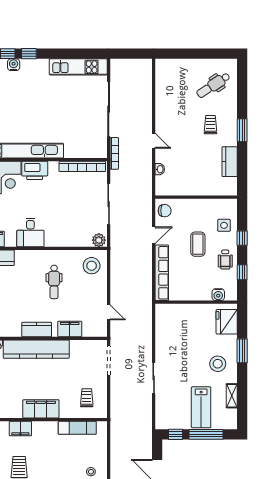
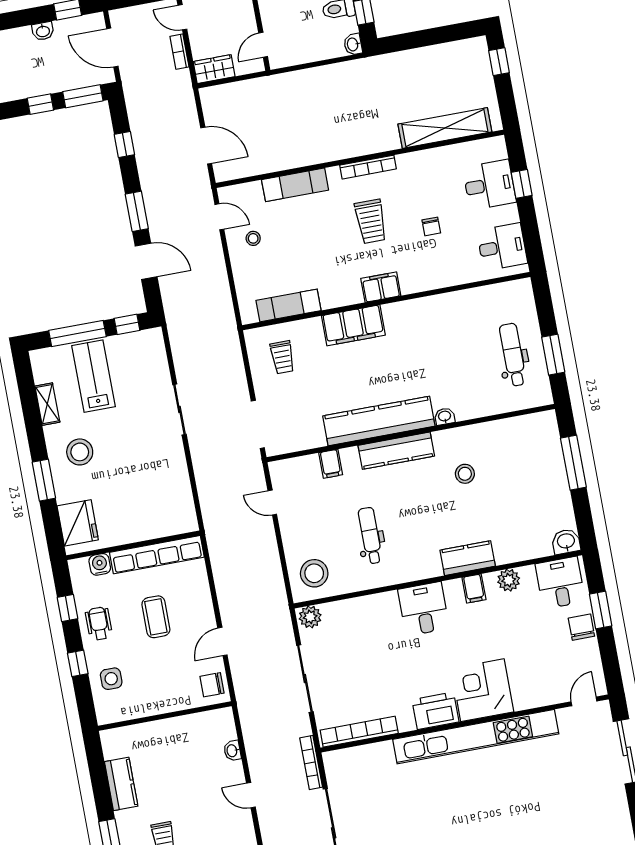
coffee table: (198, 244) -> (156, 617), moved
row of seats: (162, 273) -> (157, 555), moved, turned -90
filing cabinet: (70, 329) -> (331, 464), width x0.50
kitchen counter: (37, 330) -> (396, 451), width x1.50

